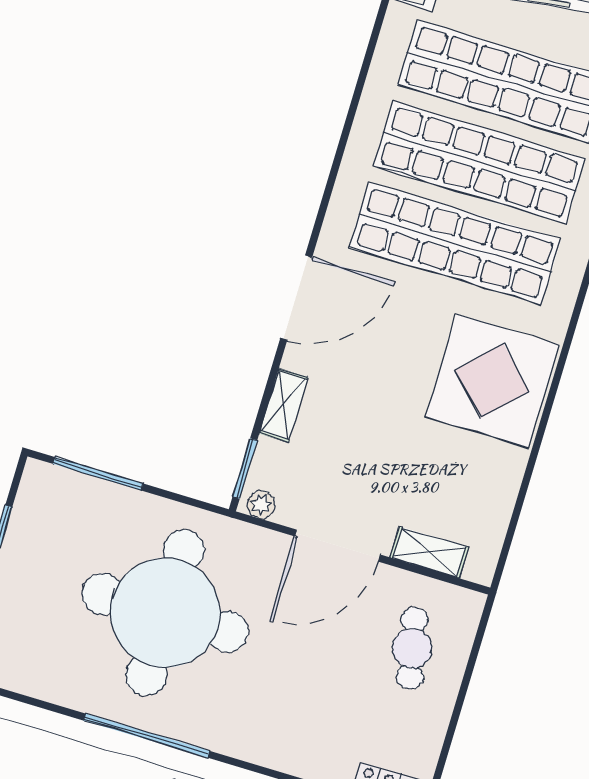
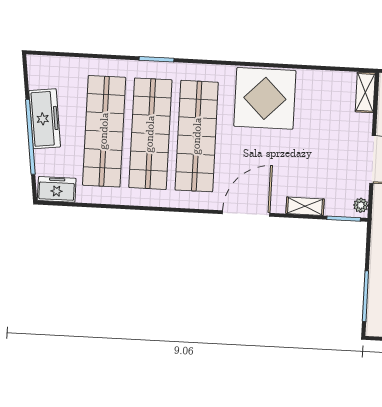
door: (296, 298) -> (246, 214), hinge flipped
shelving: (429, 552) -> (365, 92), moved

